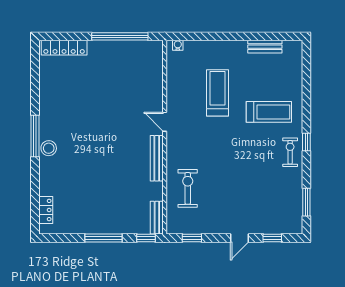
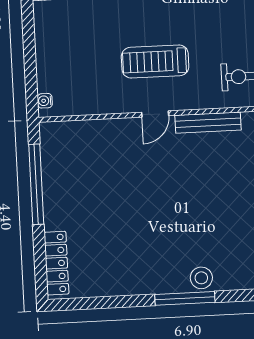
treadmill: (218, 93) -> (155, 62), moved

